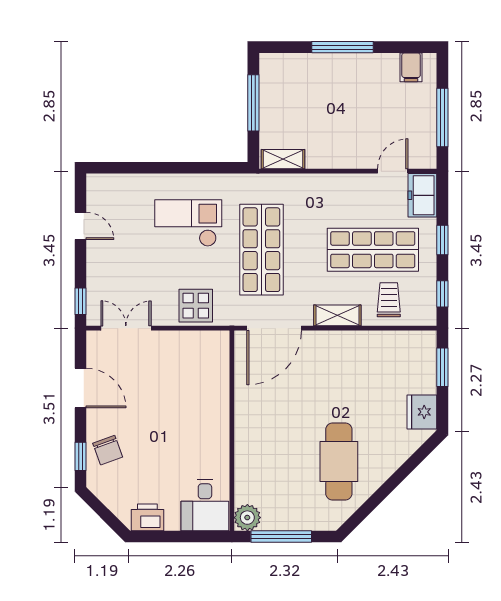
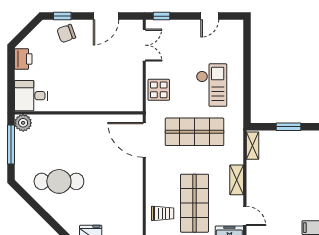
window: (253, 103) -> (289, 127), width x0.69
shelving: (337, 315) -> (237, 180), moved

